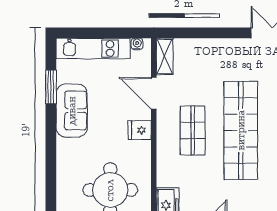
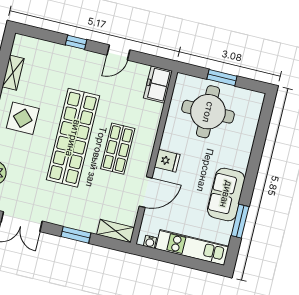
window: (214, 33) -> (76, 235), added
shelving: (165, 56) -> (116, 231), moved, turned 90
door: (154, 93) -> (146, 192), hinge flipped

